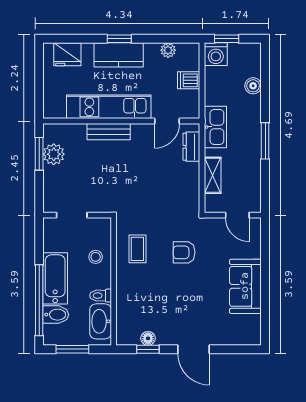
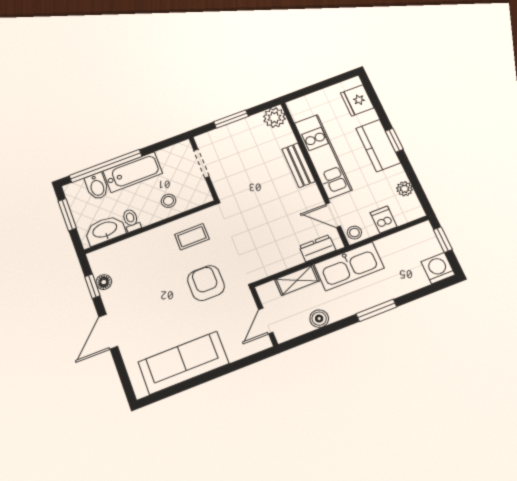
washing machine: (216, 54) -> (438, 268), moved, turned 90
boiler: (253, 86) -> (319, 319), moved
stool: (190, 110) -> (354, 233), added
kitchen sink: (215, 127) -> (349, 266), width x1.36, depth x1.24
window: (265, 141) -> (376, 310), moved
window: (39, 154) -> (231, 119), moved
plant: (54, 154) -> (274, 118), moved
armchair: (184, 252) -> (206, 283), width x1.38, depth x1.38
sofa: (245, 286) -> (183, 363), width x1.36

